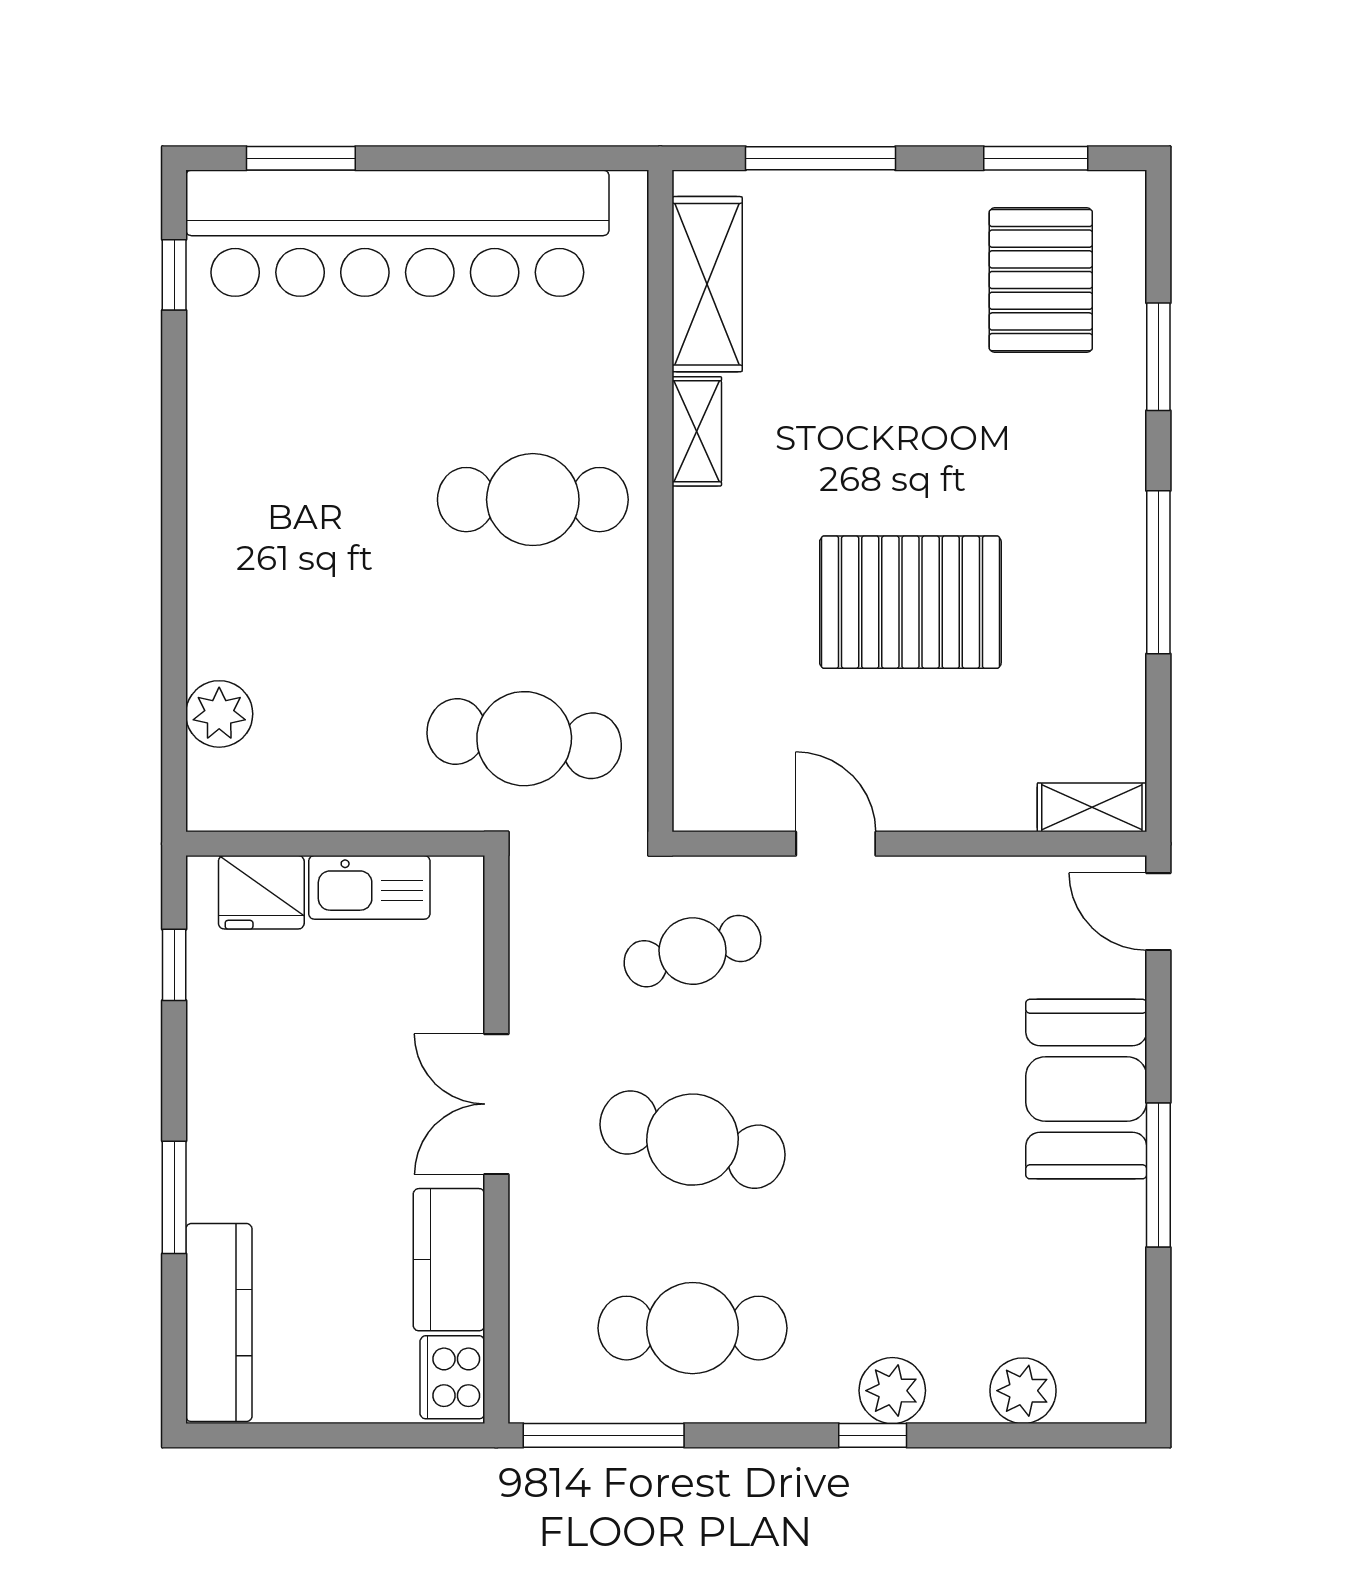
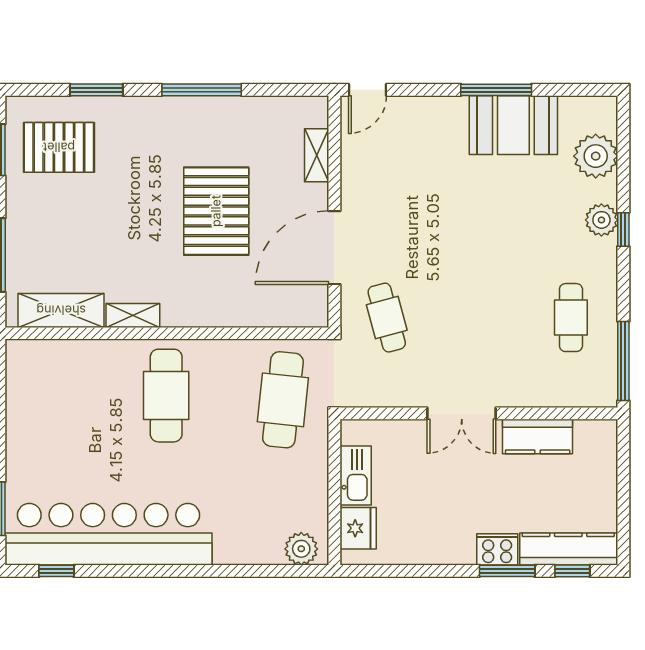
bar counter: (397, 233) -> (108, 534), moved, turned -90
plant: (219, 714) -> (301, 549), moved
shelving: (1092, 807) -> (317, 155), moved
door: (836, 844) -> (334, 248), width x1.88
window: (174, 965) -> (572, 571), moved
booth: (1086, 1089) -> (513, 125), moved
cafe table: (693, 1140) -> (479, 318), removed
cafe table: (693, 1328) -> (571, 318), width x0.73, depth x0.74
cooker: (452, 1377) -> (497, 549), moved, turned 180
plant: (1023, 1391) -> (596, 156), width x1.36, depth x1.36

